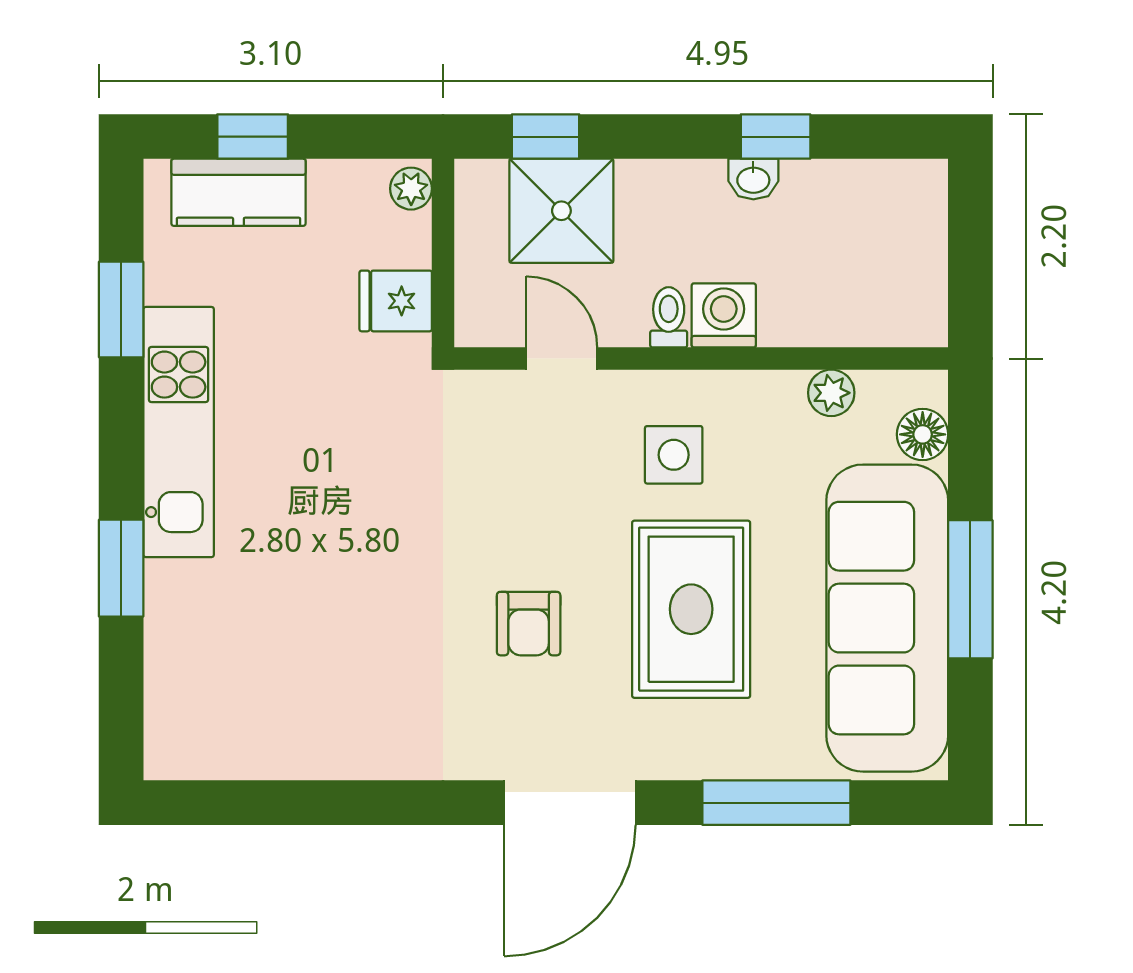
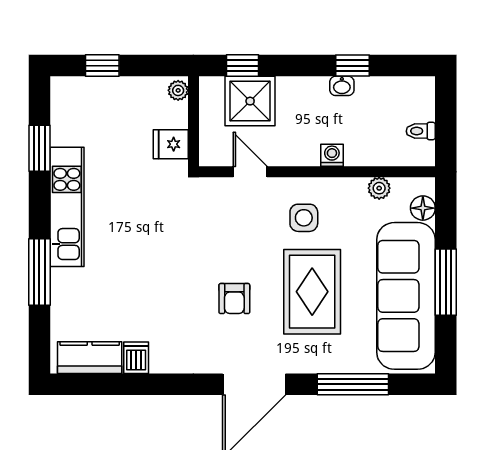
kitchen counter: (238, 192) -> (90, 358), moved, turned 180
washing machine: (724, 315) -> (332, 155), width x0.73, depth x0.73
toilet: (669, 317) -> (421, 131), moved, turned -90
window: (121, 568) -> (39, 272), width x1.44
dishwasher: (323, 747) -> (136, 358), added

